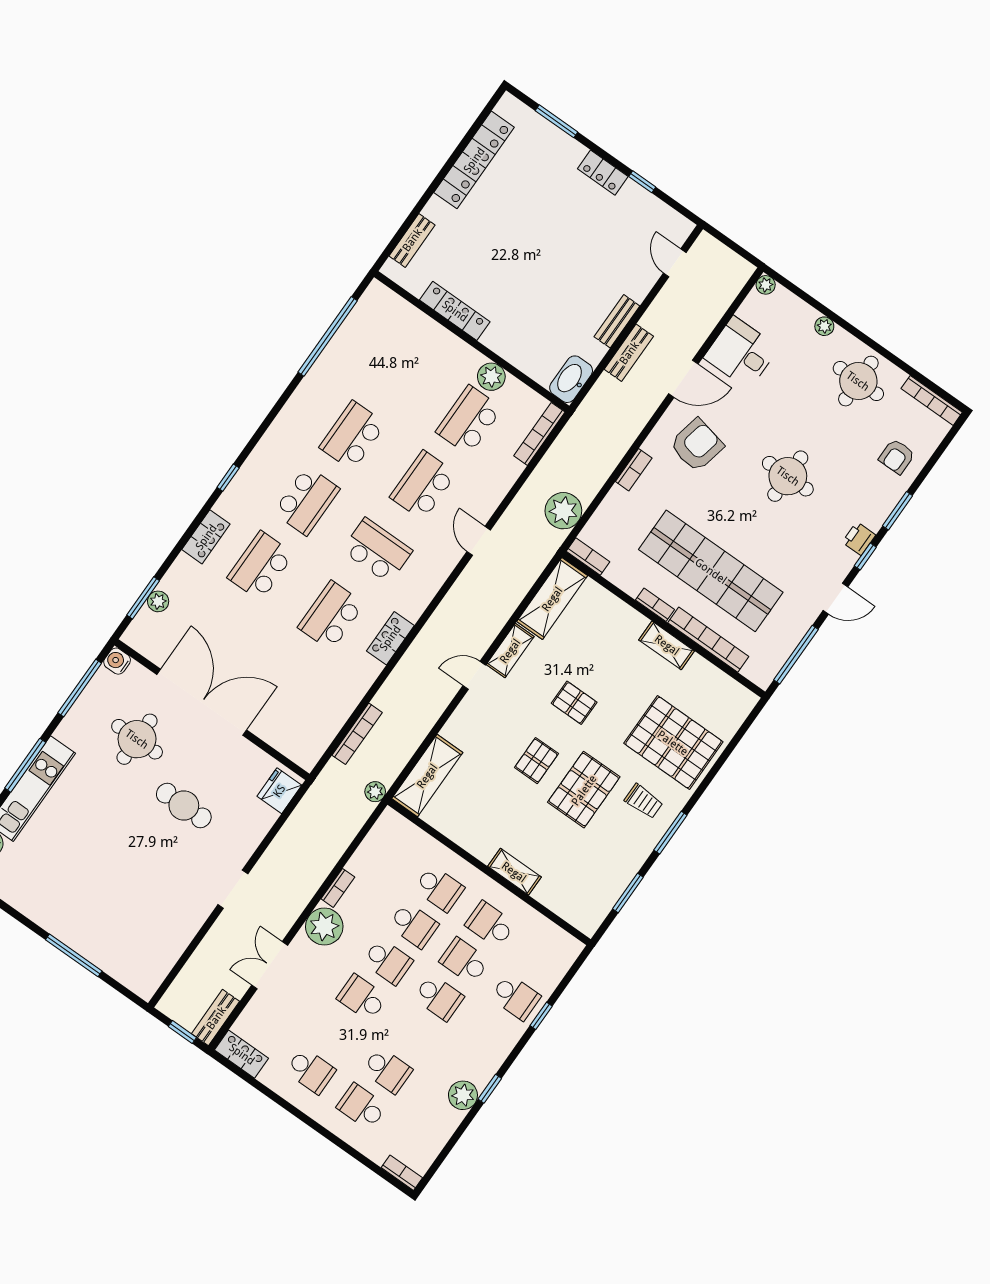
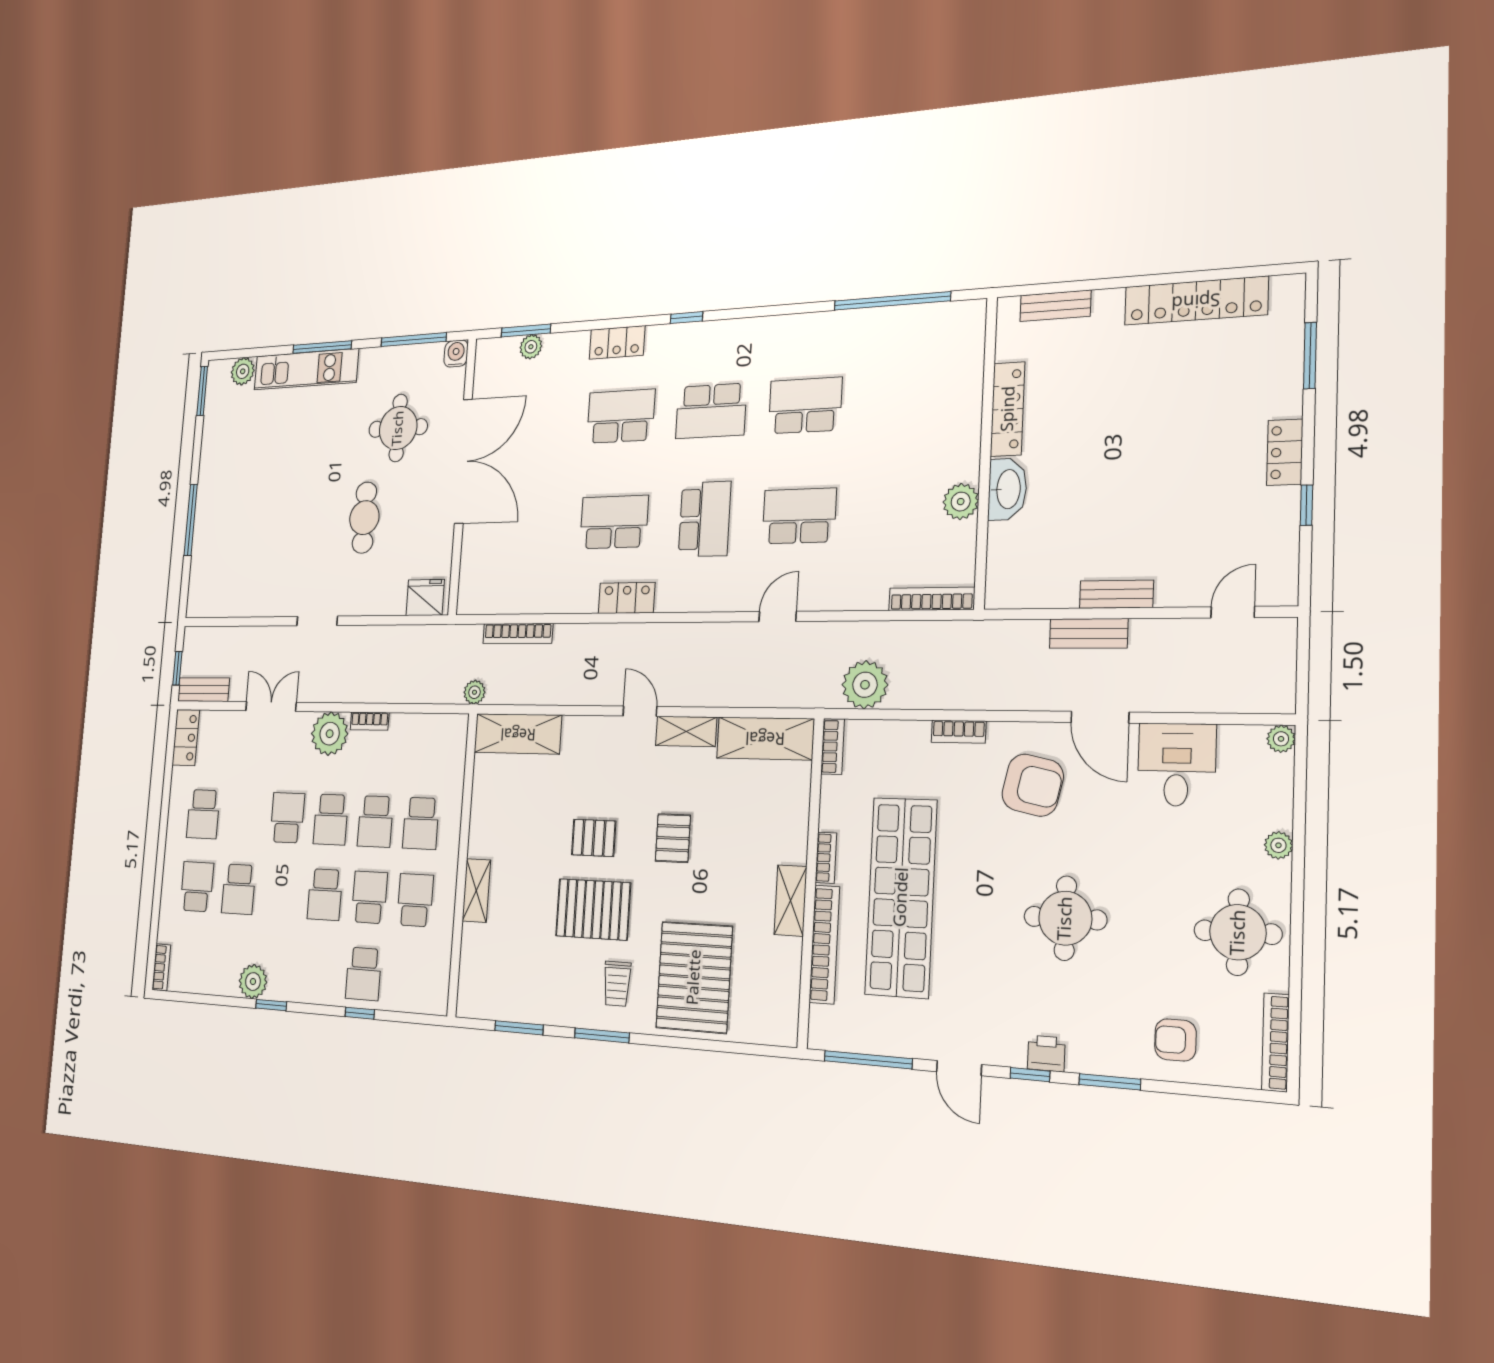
washbasin: (571, 379) -> (1007, 489), moved, turned 90
school desk: (469, 420) -> (898, 513), removed

